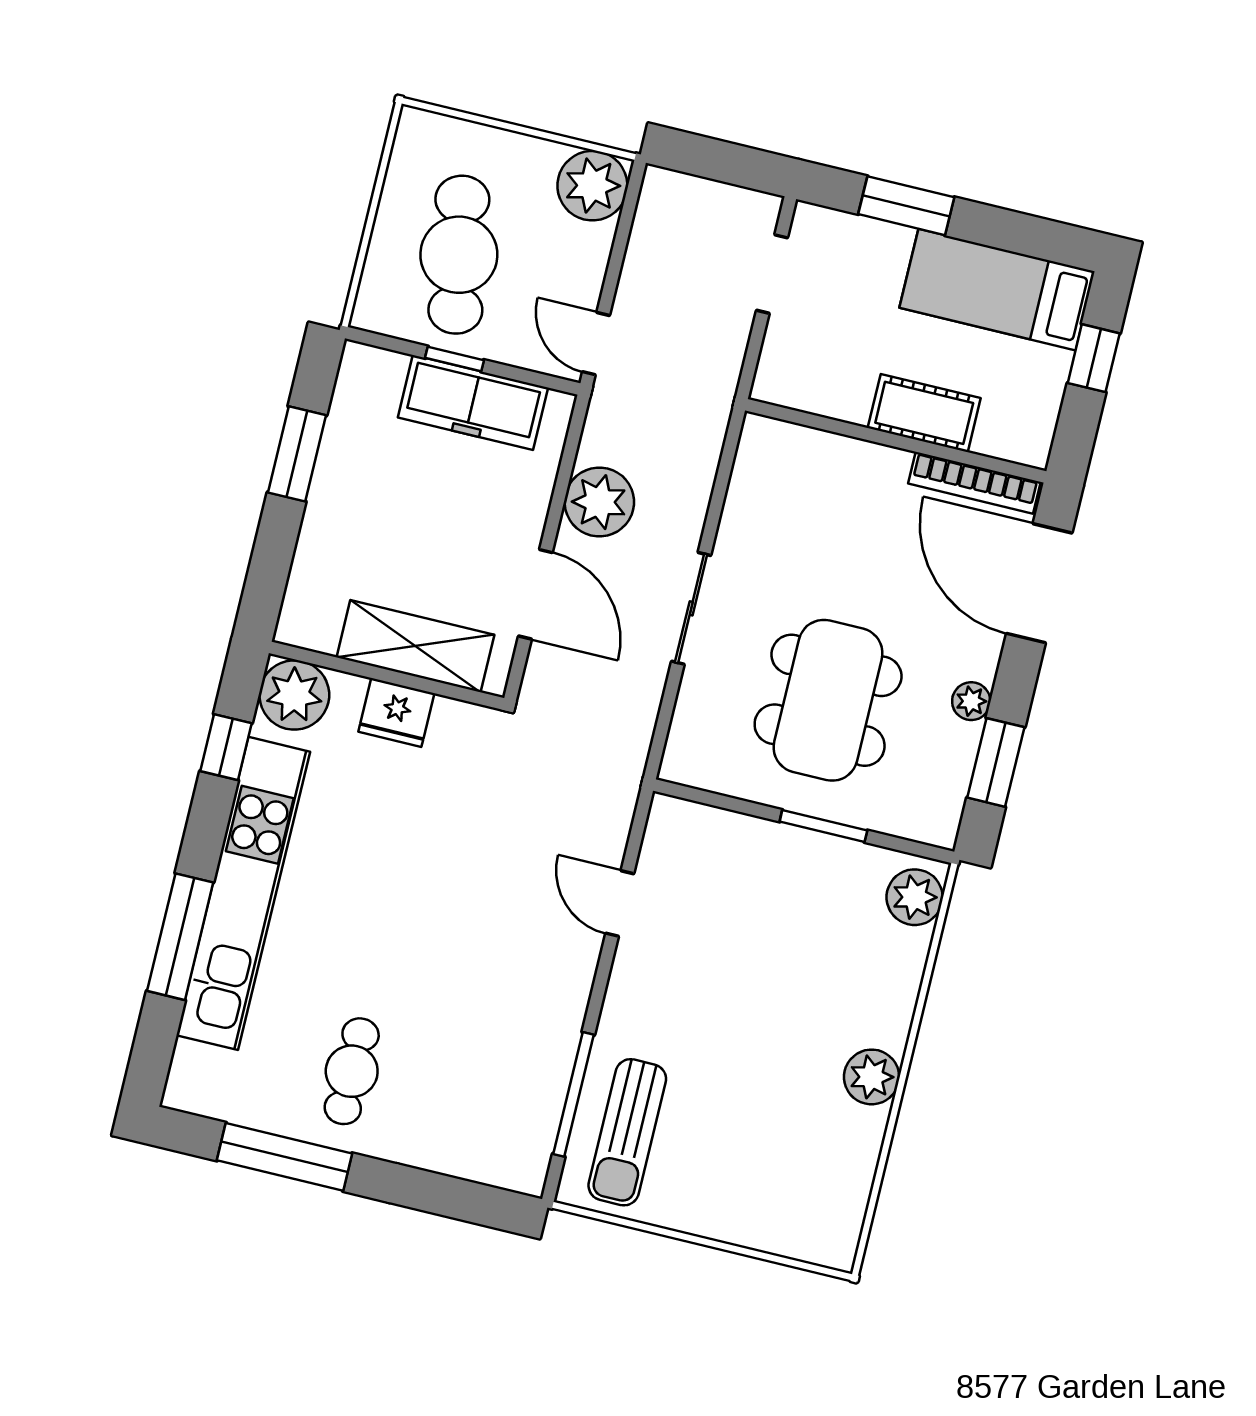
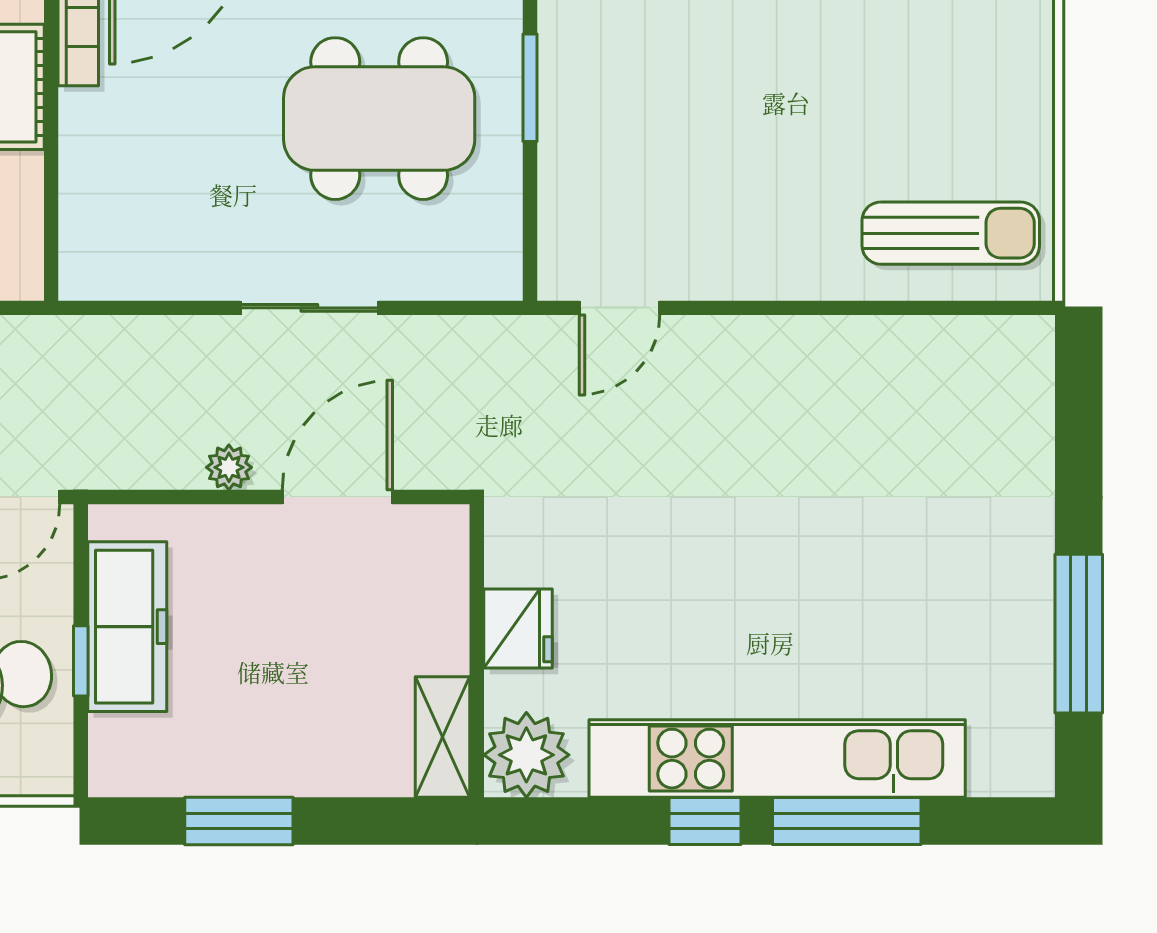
plant: (599, 502) -> (229, 467), width x0.53, depth x0.53
shelving: (415, 646) -> (443, 737), moved, width x0.67, depth x0.75
window: (226, 747) -> (705, 821), moved
door: (620, 904) -> (619, 308), moved
cafe table: (352, 1071) -> (957, 578), removed
window: (574, 1094) -> (921, 308), removed

